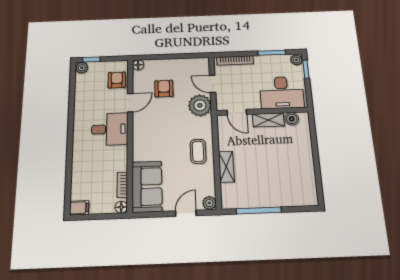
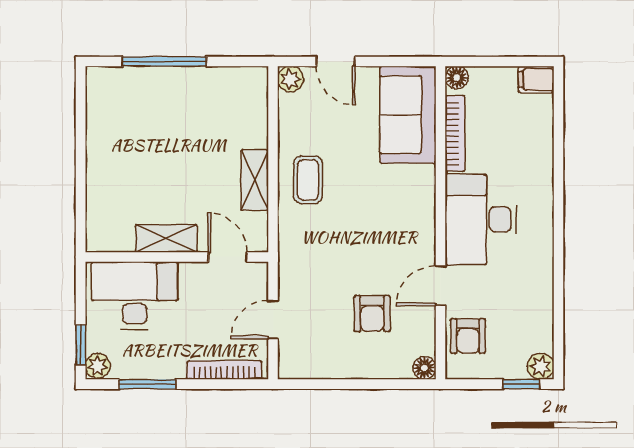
door: (213, 84) -> (273, 320), swing flipped
plant: (200, 105) -> (301, 274), removed
boiler: (292, 119) -> (120, 239), removed
desk: (110, 129) -> (481, 219), width x1.37
shelving: (226, 167) -> (255, 180), moved
bookcase: (122, 185) -> (455, 133), width x1.56
window: (259, 211) -> (164, 61), moved
door: (186, 213) -> (335, 61), hinge flipped

